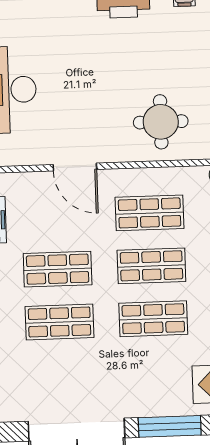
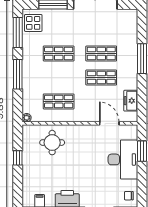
door: (75, 167) -> (109, 123), moved
shop shelf: (151, 266) -> (59, 77), removed

